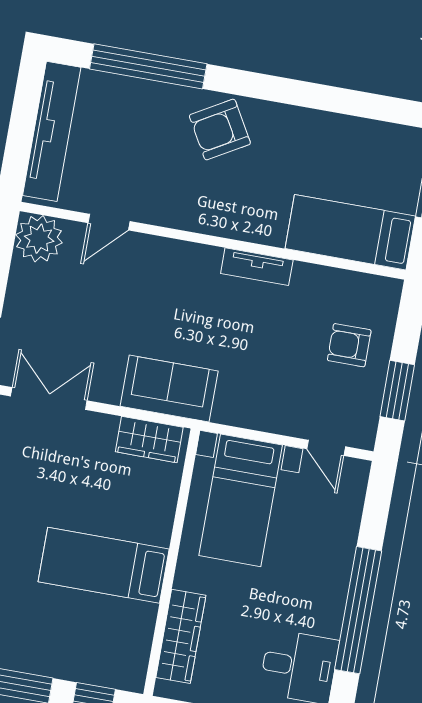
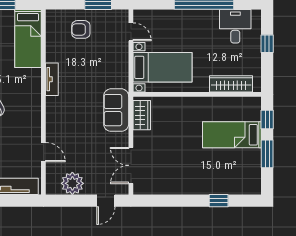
plant: (39, 239) -> (72, 183), moved
armchair: (349, 345) -> (81, 29), turned 90
door: (326, 448) -> (131, 32), hinge flipped
bed: (104, 565) -> (232, 135), moved, turned 90

